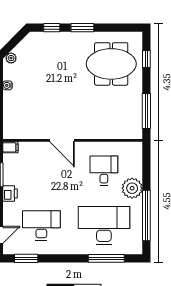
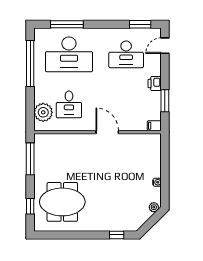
window: (82, 28) -> (89, 235), removed
plant: (132, 188) -> (43, 112), moved

